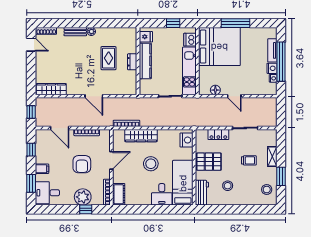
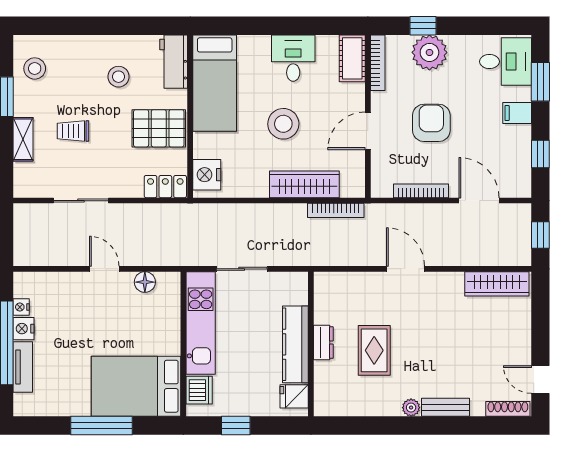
bed: (219, 47) -> (136, 386), width x0.73
locker: (218, 134) -> (165, 187), moved
desk: (162, 194) -> (293, 58), moved

